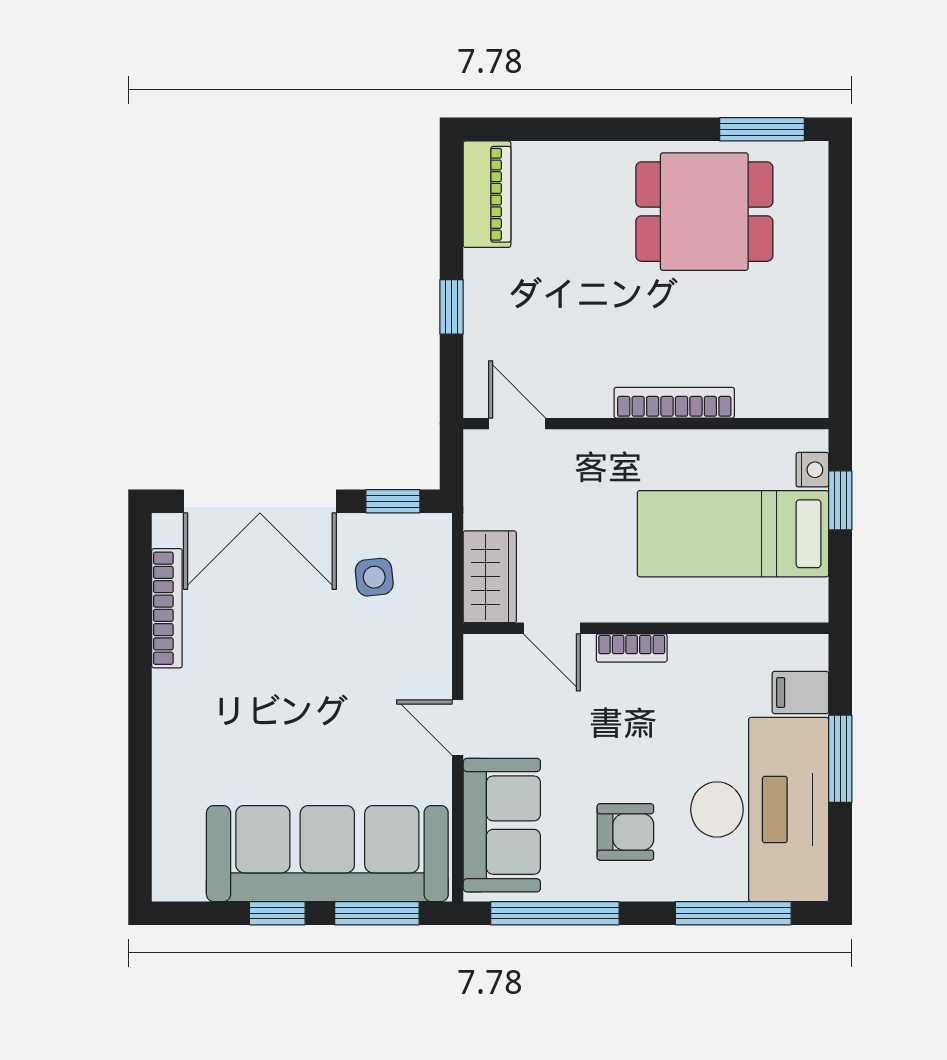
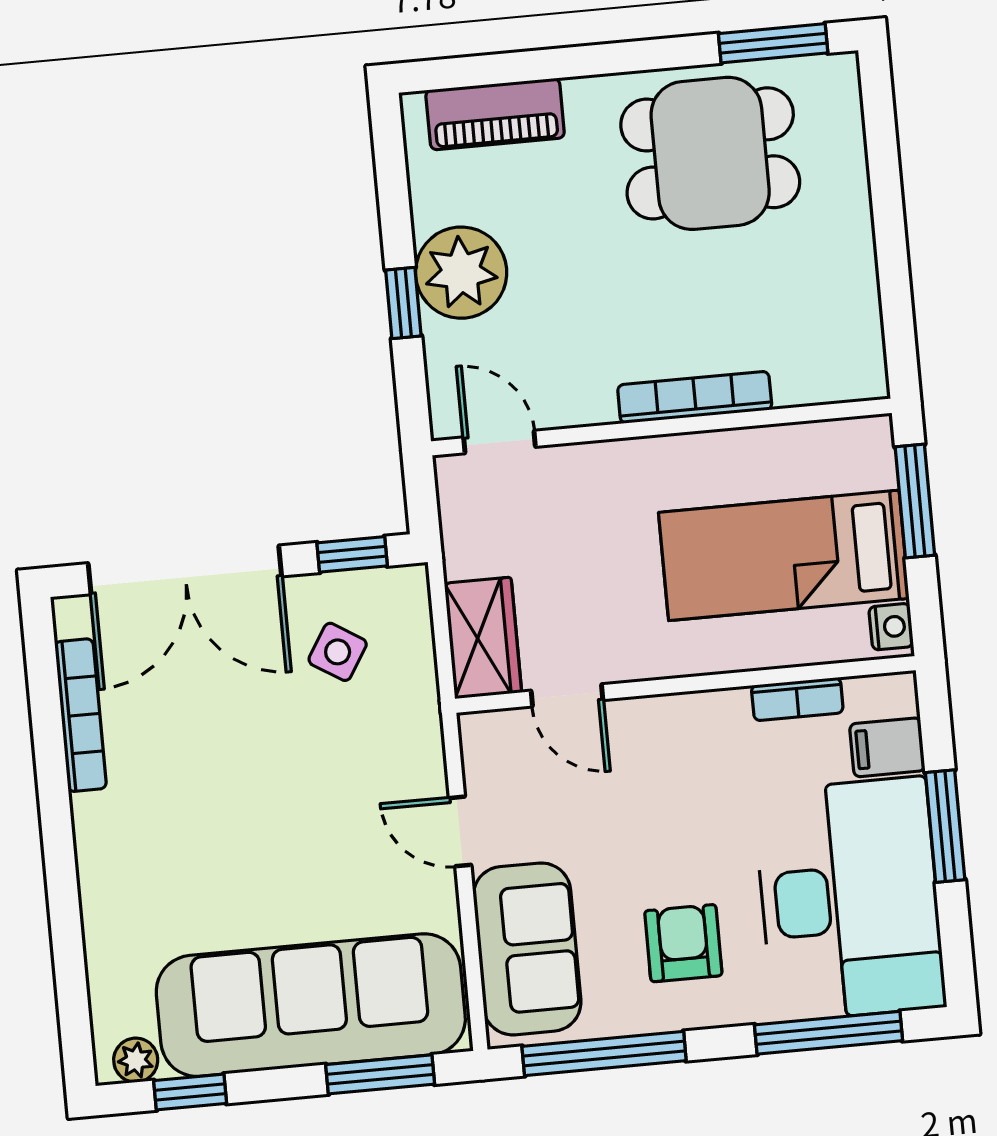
piano: (487, 194) -> (495, 114), moved, turned 90
plant: (499, 287) -> (461, 273), added
nightstand: (812, 470) -> (891, 627), moved
window: (840, 500) -> (915, 501), width x1.50
side table: (374, 577) -> (338, 652), turned 38
bookcase: (632, 648) -> (797, 699), moved
armchair: (625, 832) -> (683, 943), turned -90
plant: (185, 884) -> (136, 1060), added
window: (277, 913) -> (190, 1092), moved

